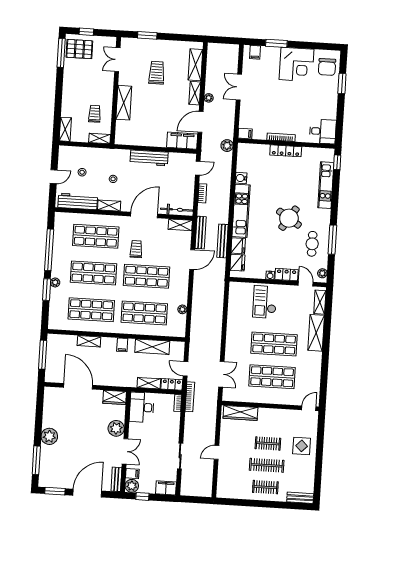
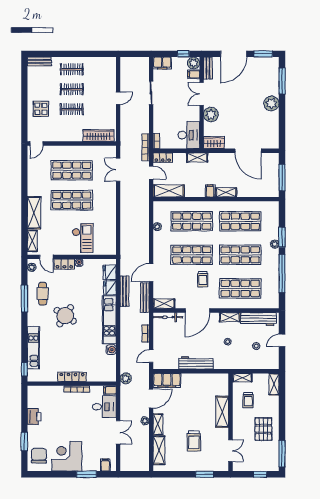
pallet: (79, 49) -> (263, 429), moved, turned 90
printer: (330, 110) -> (34, 417), added
desk: (323, 131) -> (104, 407), moved, turned 180
shelving: (89, 341) -> (226, 192), moved
shelving: (152, 347) -> (169, 191), moved
shelving: (149, 383) -> (197, 158), moved
clothes rail: (267, 465) -> (72, 89), width x0.73

